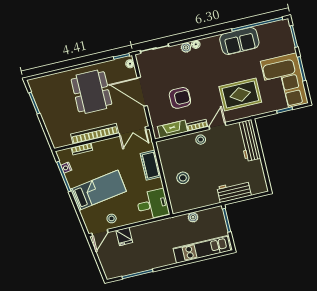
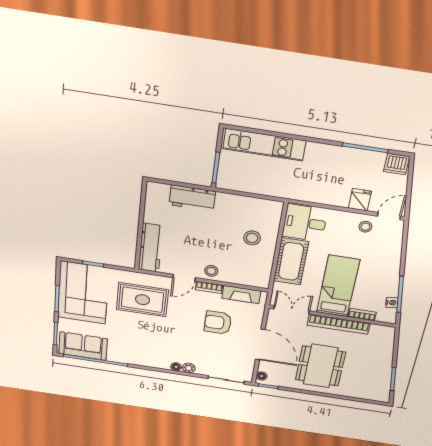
sofa: (239, 41) -> (83, 346), moved
cot: (151, 165) -> (291, 261), width x1.37, depth x1.34
bed: (98, 190) -> (338, 286), moved, turned 99
plant: (193, 217) -> (259, 188), removed
dishwasher: (113, 271) -> (397, 164), added

